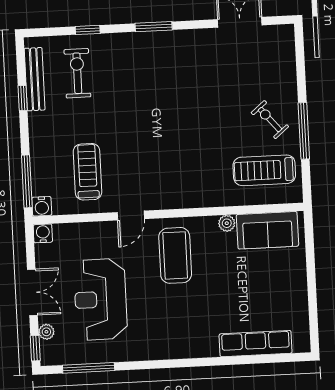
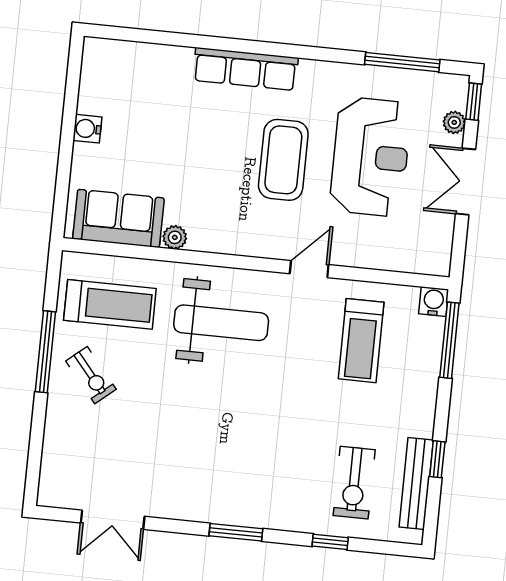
weight bench: (186, 169) -> (221, 323), added
water cooler: (43, 233) -> (87, 129), moved, turned 90
coffee table: (175, 255) -> (283, 160), moved
row of seats: (256, 344) -> (245, 69), moved

